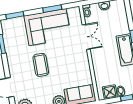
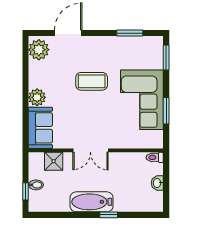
double door: (86, 37) -> (90, 150), moved
shower: (110, 92) -> (54, 161), moved

